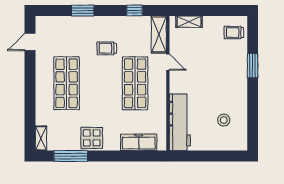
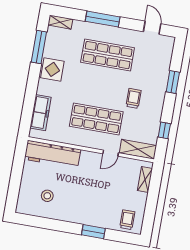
window: (30, 95) -> (103, 19), added

